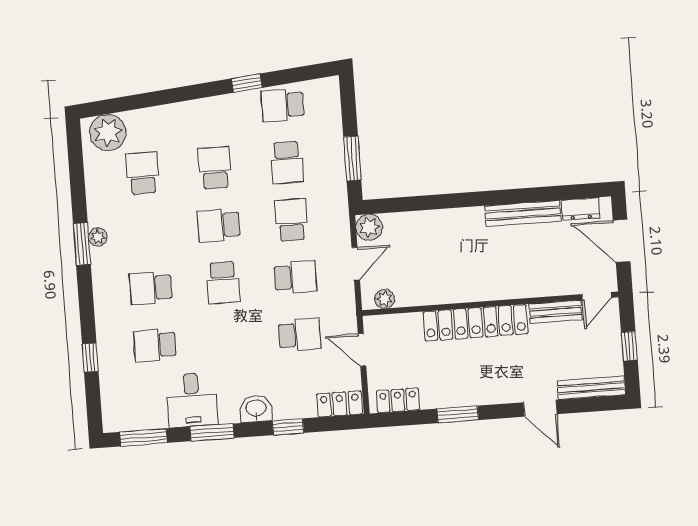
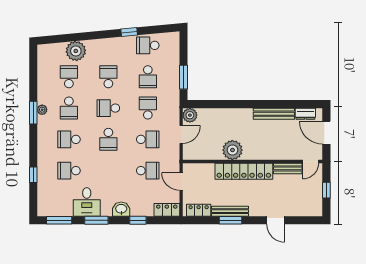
plant: (108, 132) -> (76, 51), moved
school desk: (147, 230) -> (69, 108), added
plant: (385, 299) -> (232, 150), moved, width x1.88, depth x1.88
bench: (591, 388) -> (230, 211), moved

